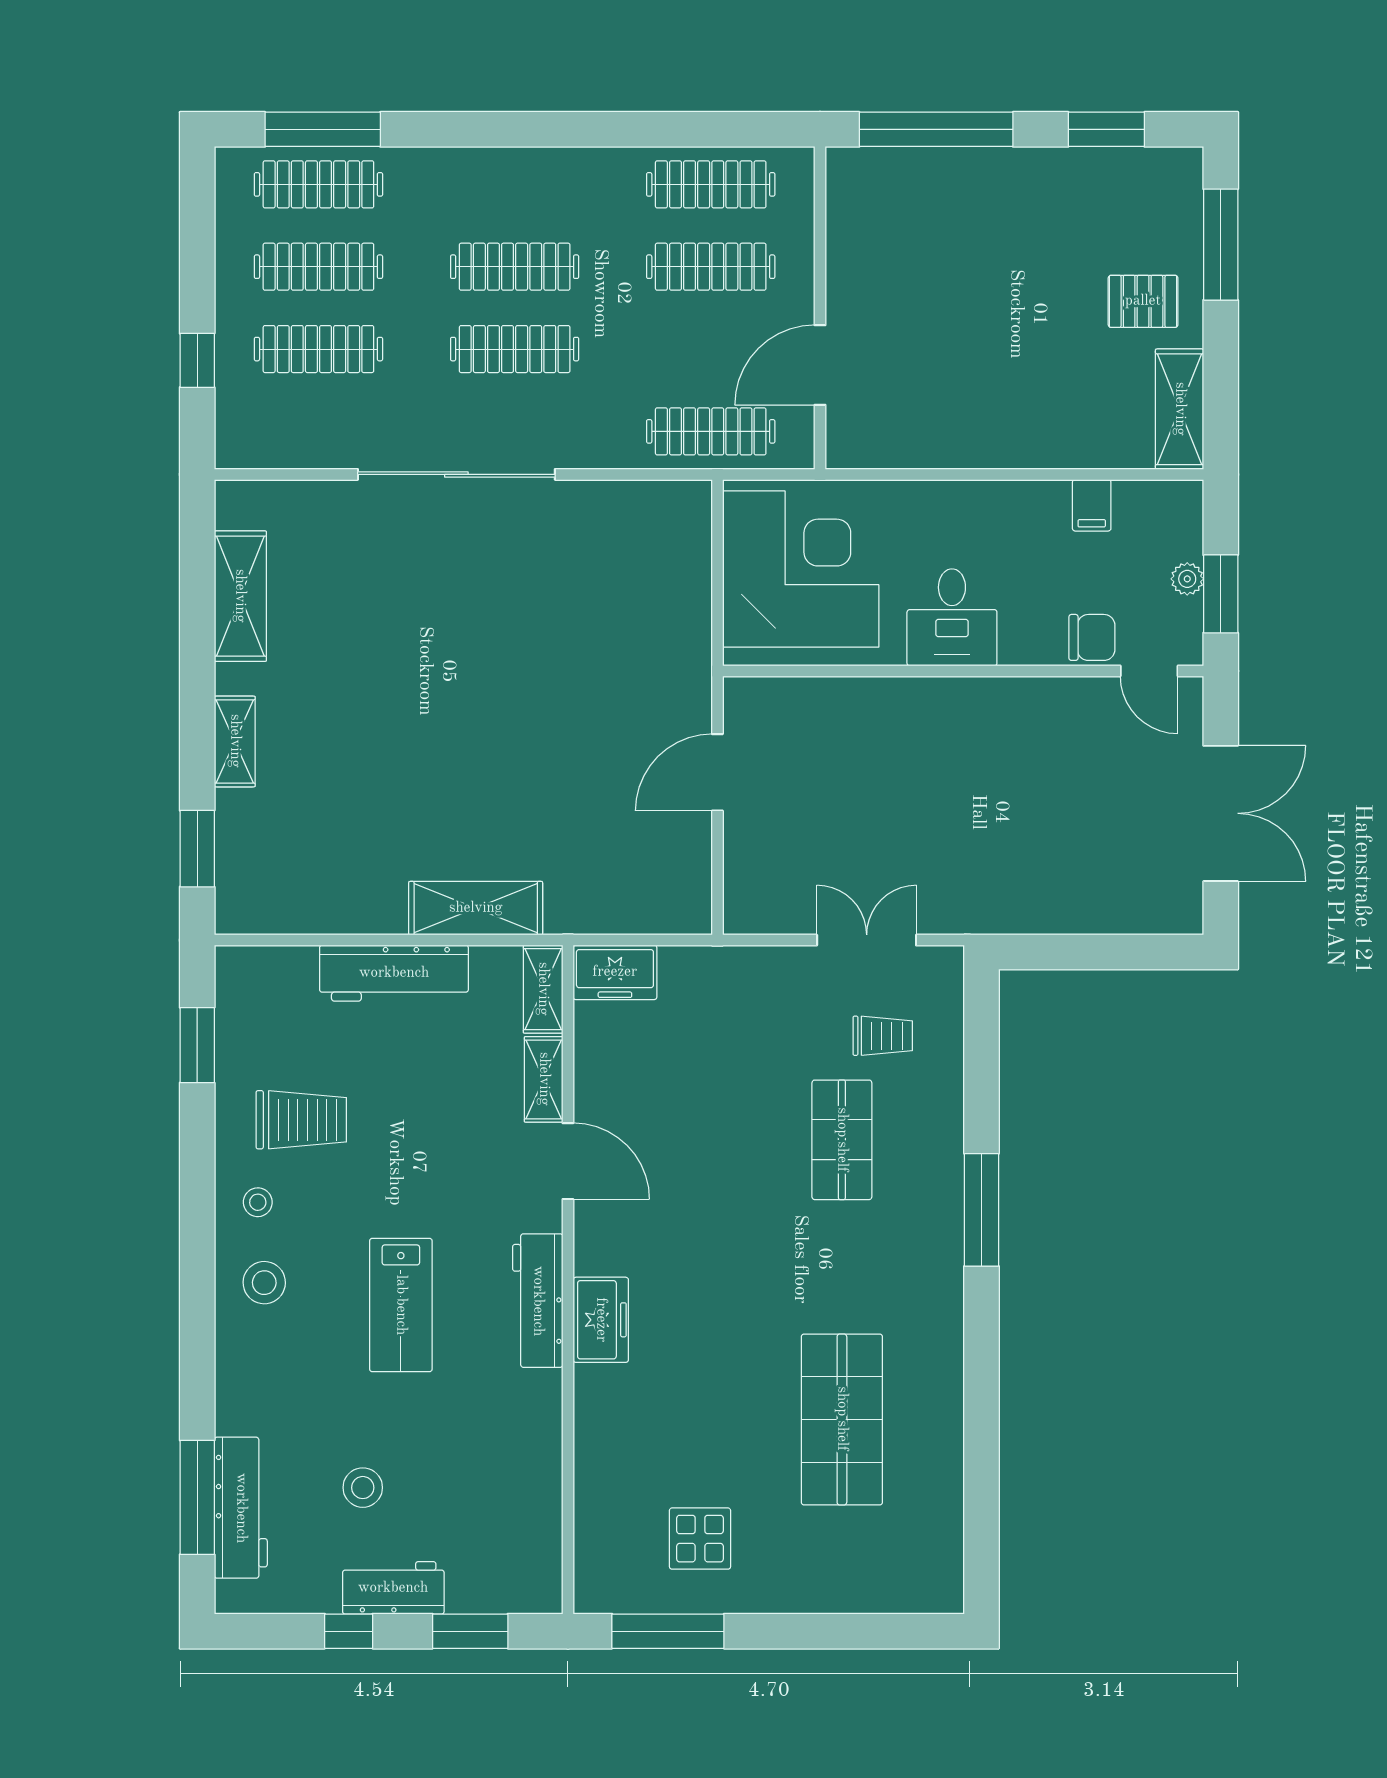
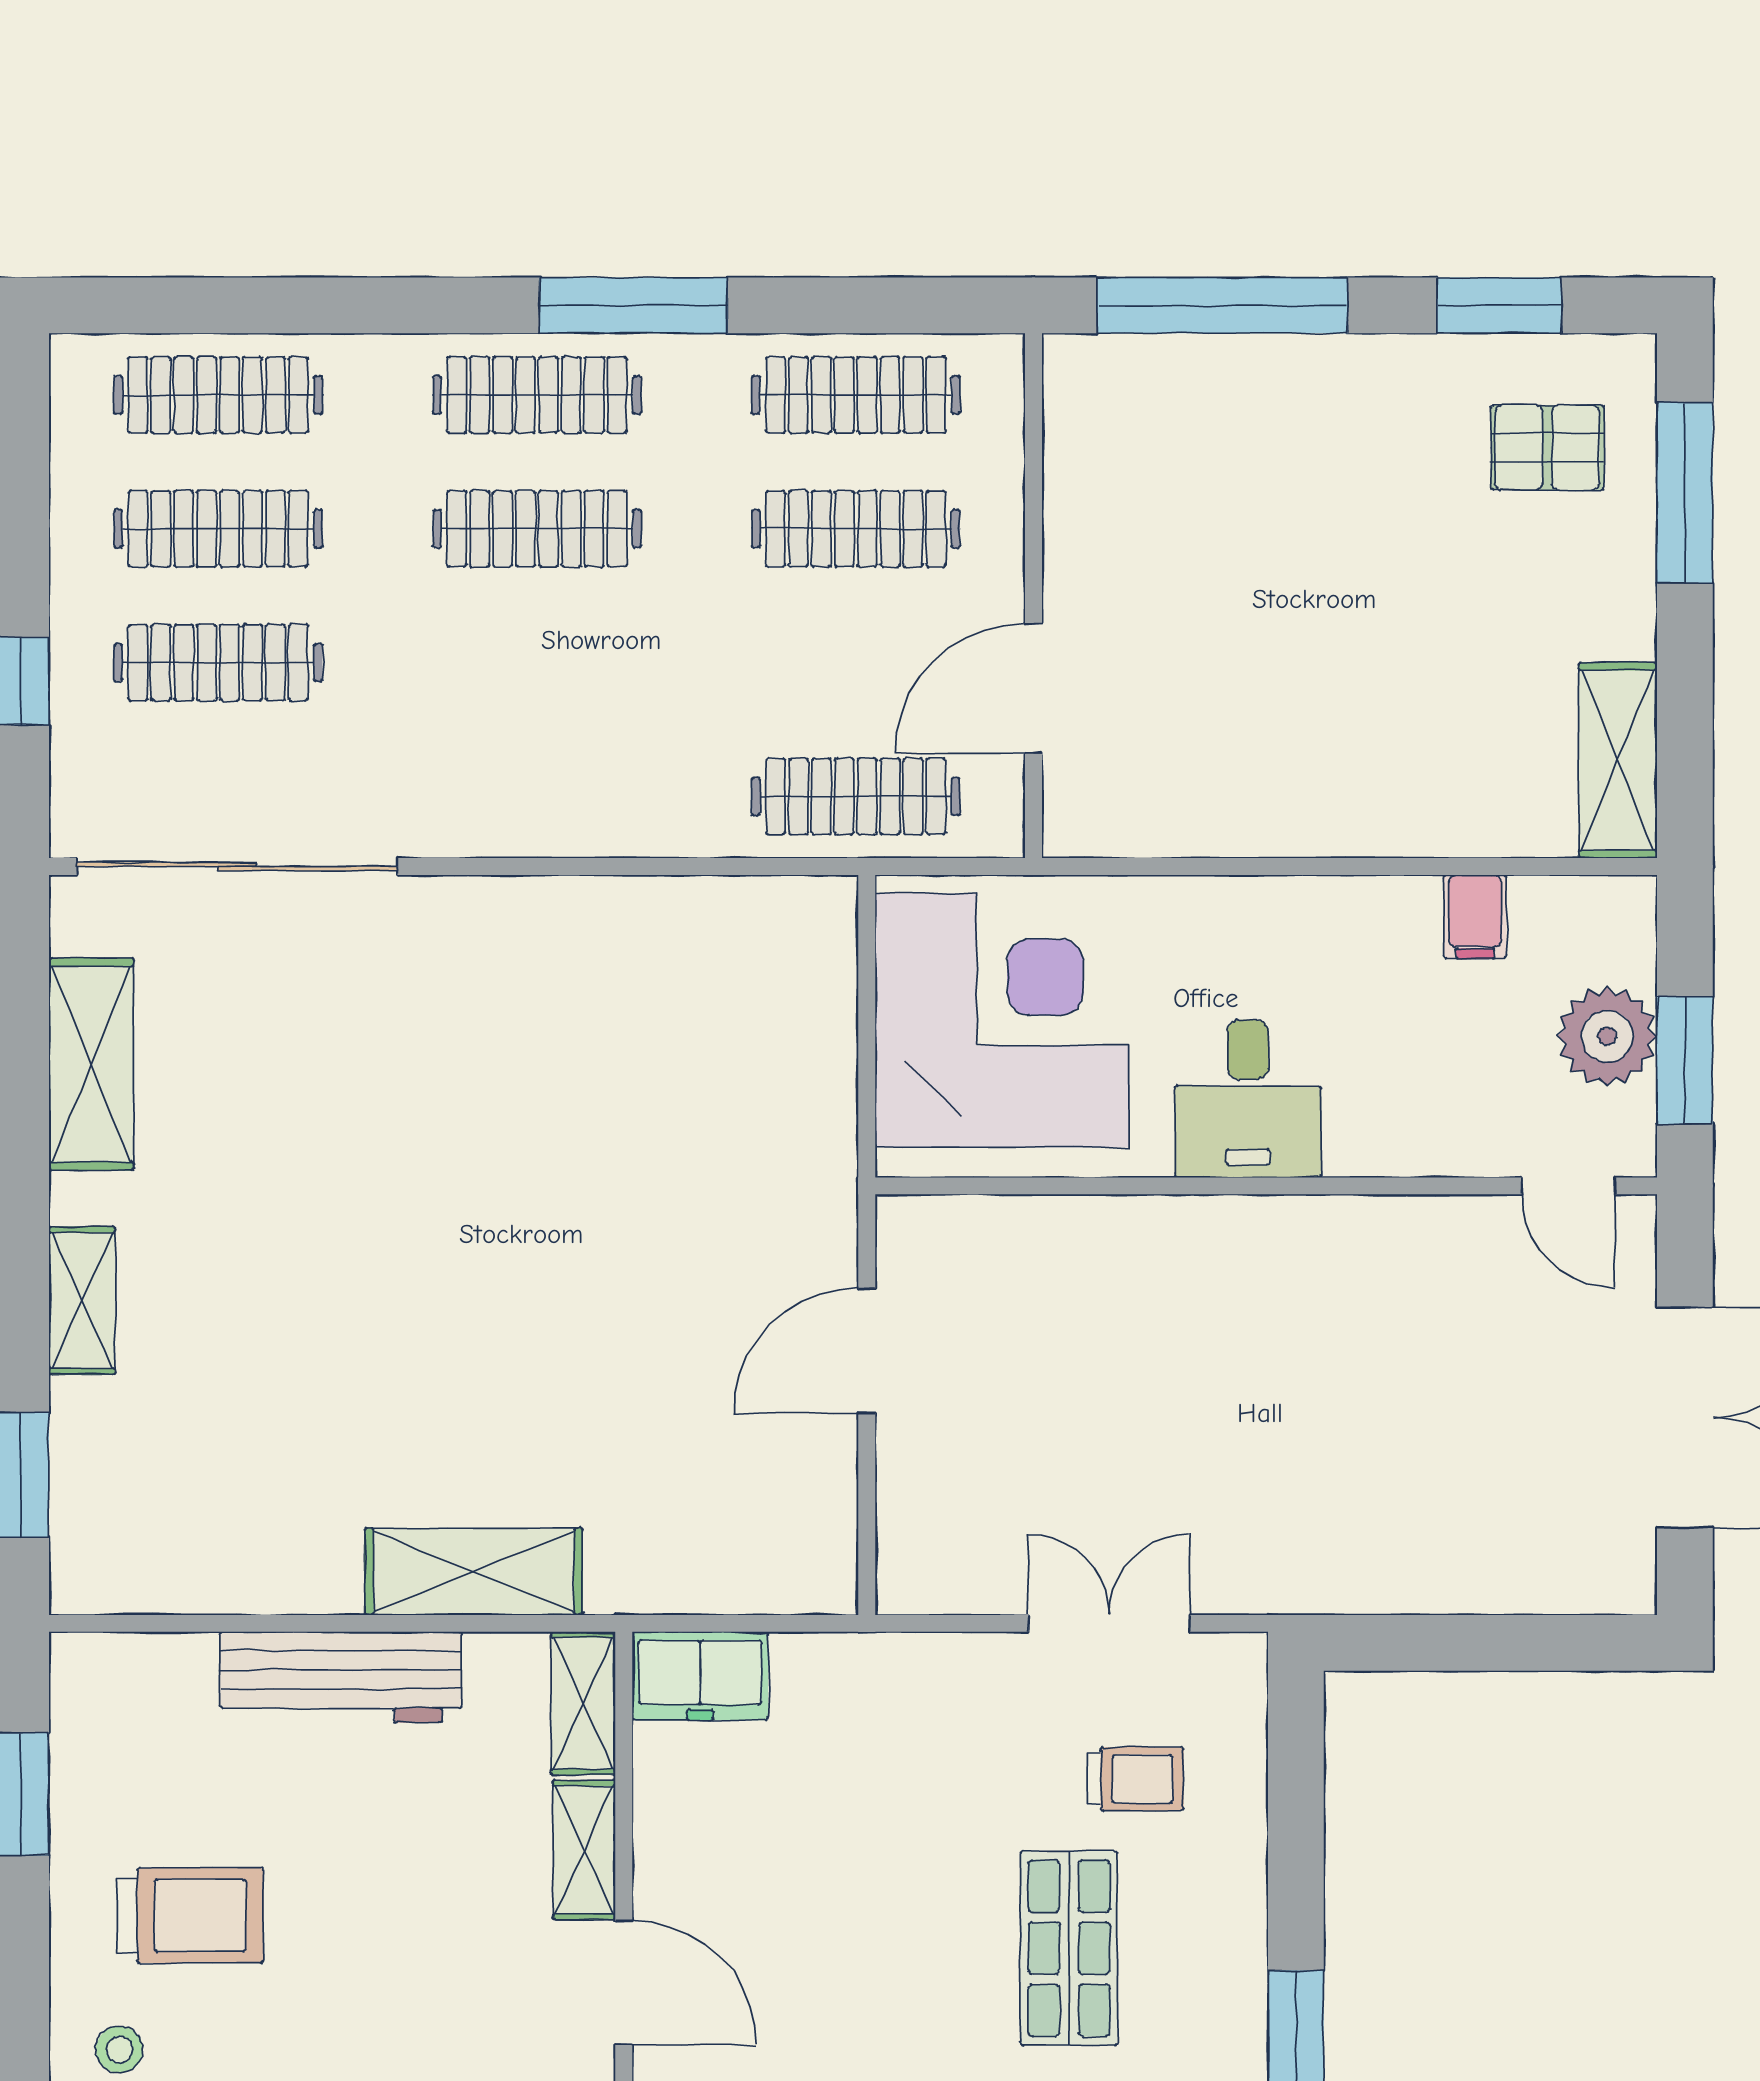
window: (323, 129) -> (633, 305), moved
pallet: (1143, 301) -> (1547, 448), moved
clothes rail: (515, 349) -> (537, 395), moved
sliding door: (456, 474) -> (237, 866), moved
plant: (1187, 579) -> (1607, 1036), width x1.88, depth x1.88
chair: (1092, 637) -> (1475, 1131), removed

